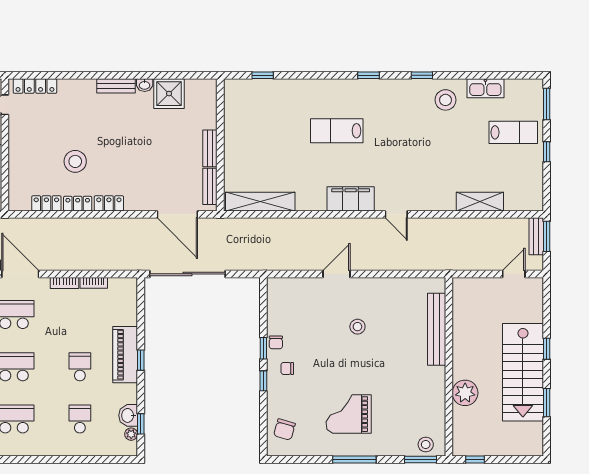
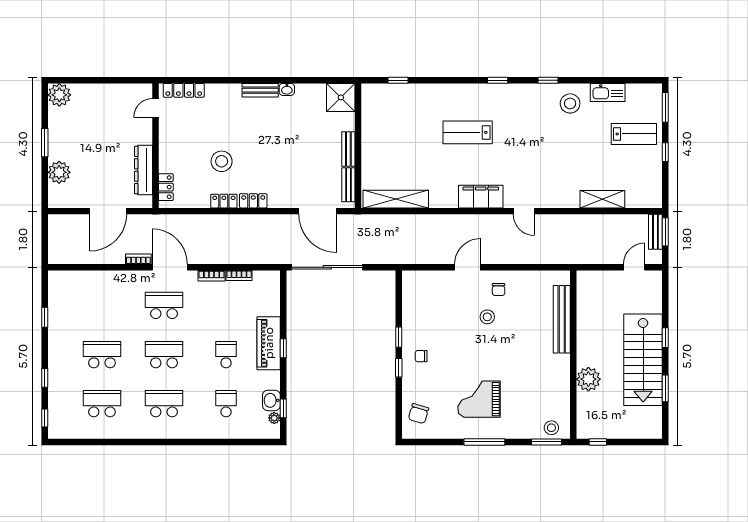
shower: (169, 94) -> (341, 97), moved
locker: (46, 203) -> (166, 187), moved, turned 90
chair: (276, 342) -> (499, 290), moved

